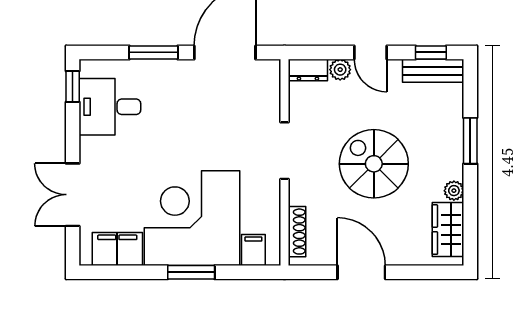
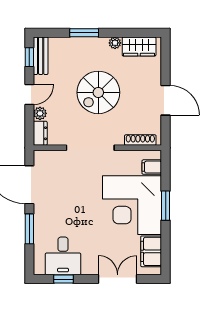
window: (73, 86) -> (64, 279), moved
doorway: (285, 151) -> (90, 148), width x1.36
double door: (73, 195) -> (118, 279), swing flipped
door: (361, 272) -> (166, 100), swing flipped

